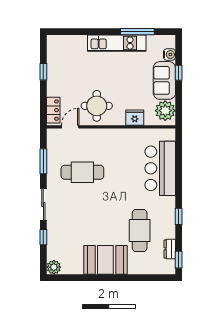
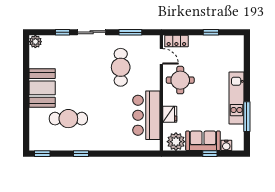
bar counter: (160, 168) -> (146, 115), moved, turned -90
dresser: (170, 249) -> (52, 146), removed

